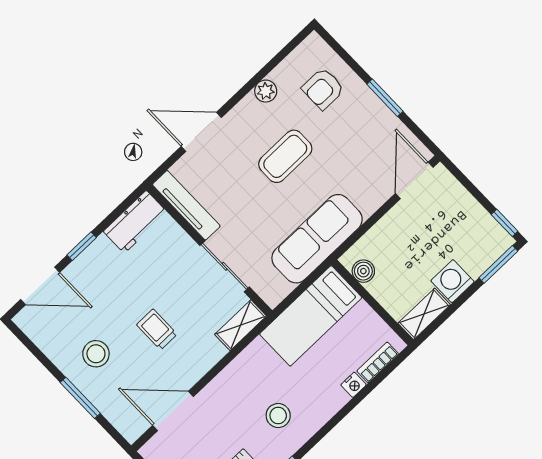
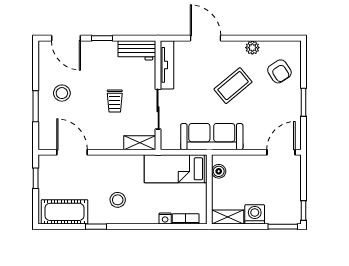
armchair: (323, 89) -> (279, 71), turned -123
coffee table: (285, 156) -> (233, 86), turned -40
trolley: (157, 329) -> (115, 101), moved, turned 180

